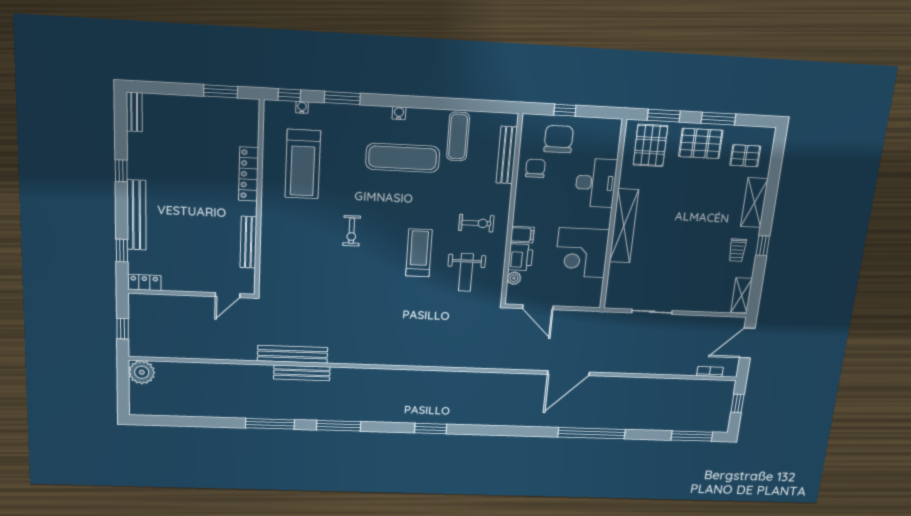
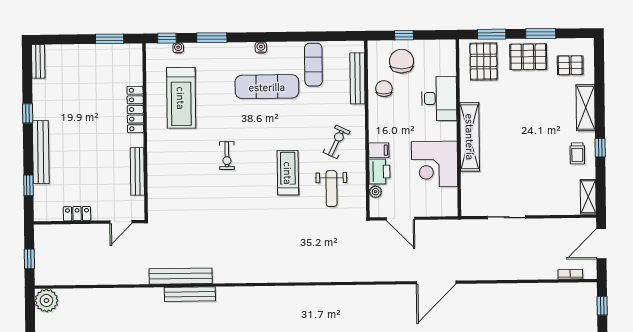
exercise bike: (476, 223) -> (337, 142), turned -64
locker: (144, 282) -> (77, 214), moved

